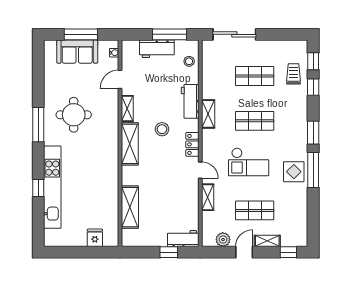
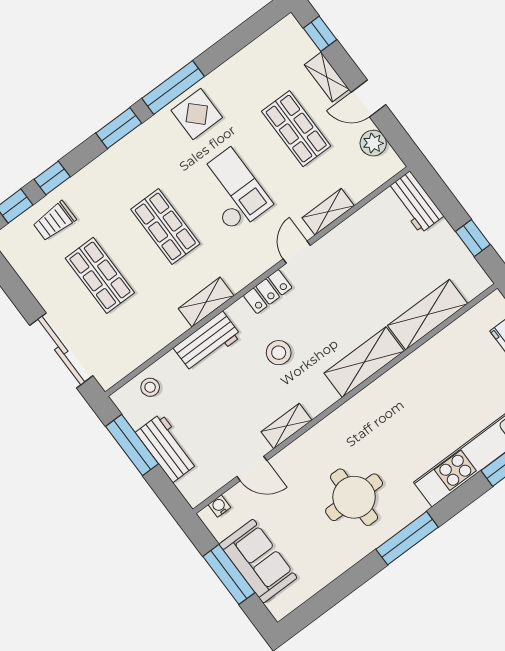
shelving: (130, 144) -> (364, 362), moved
window: (169, 252) -> (473, 238), moved

